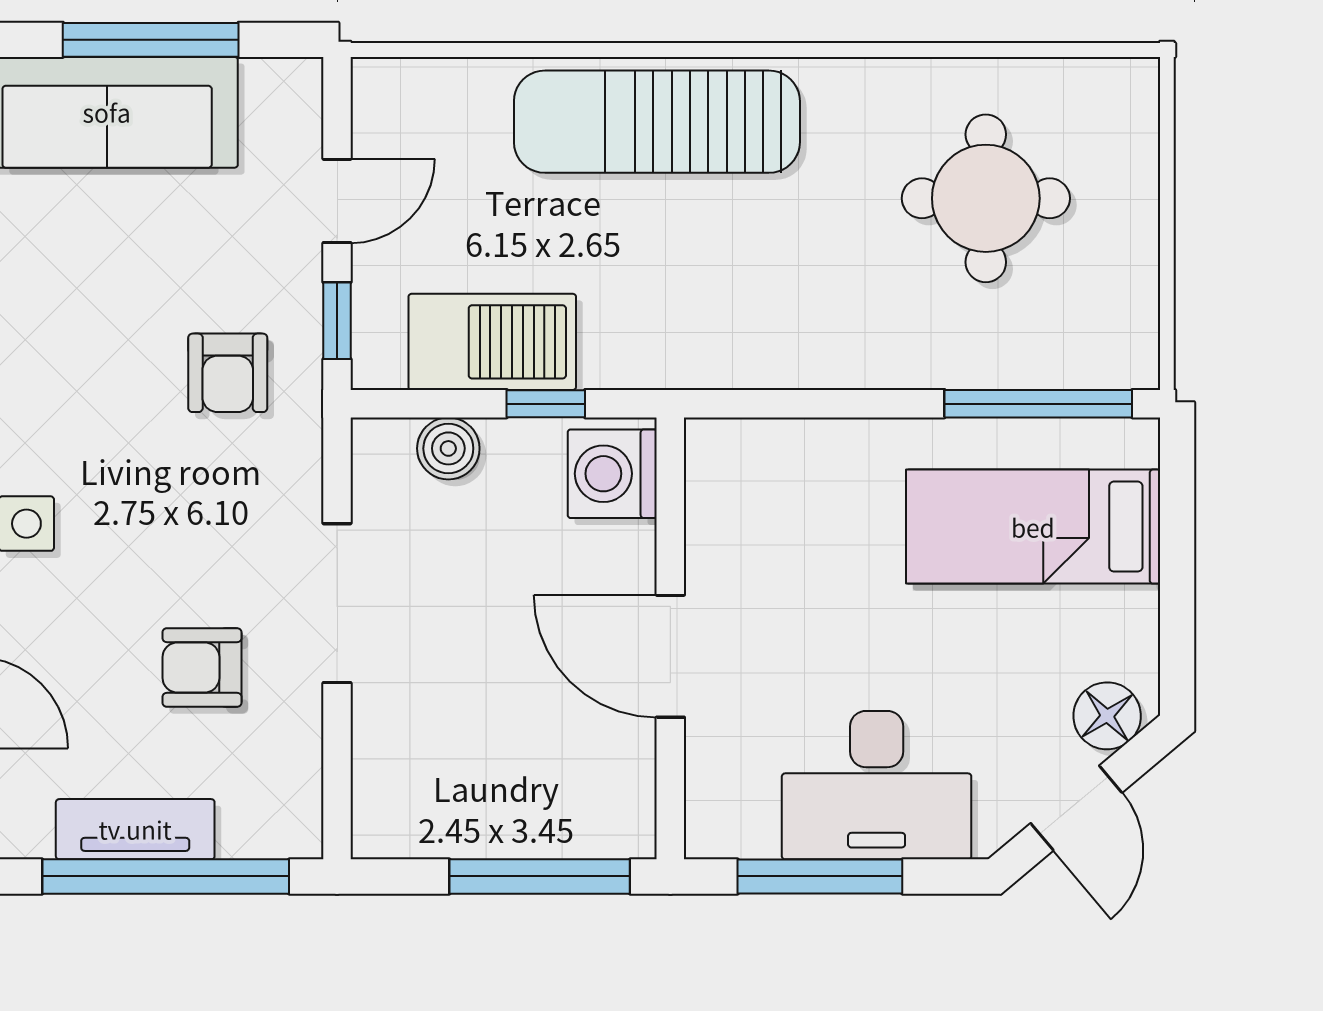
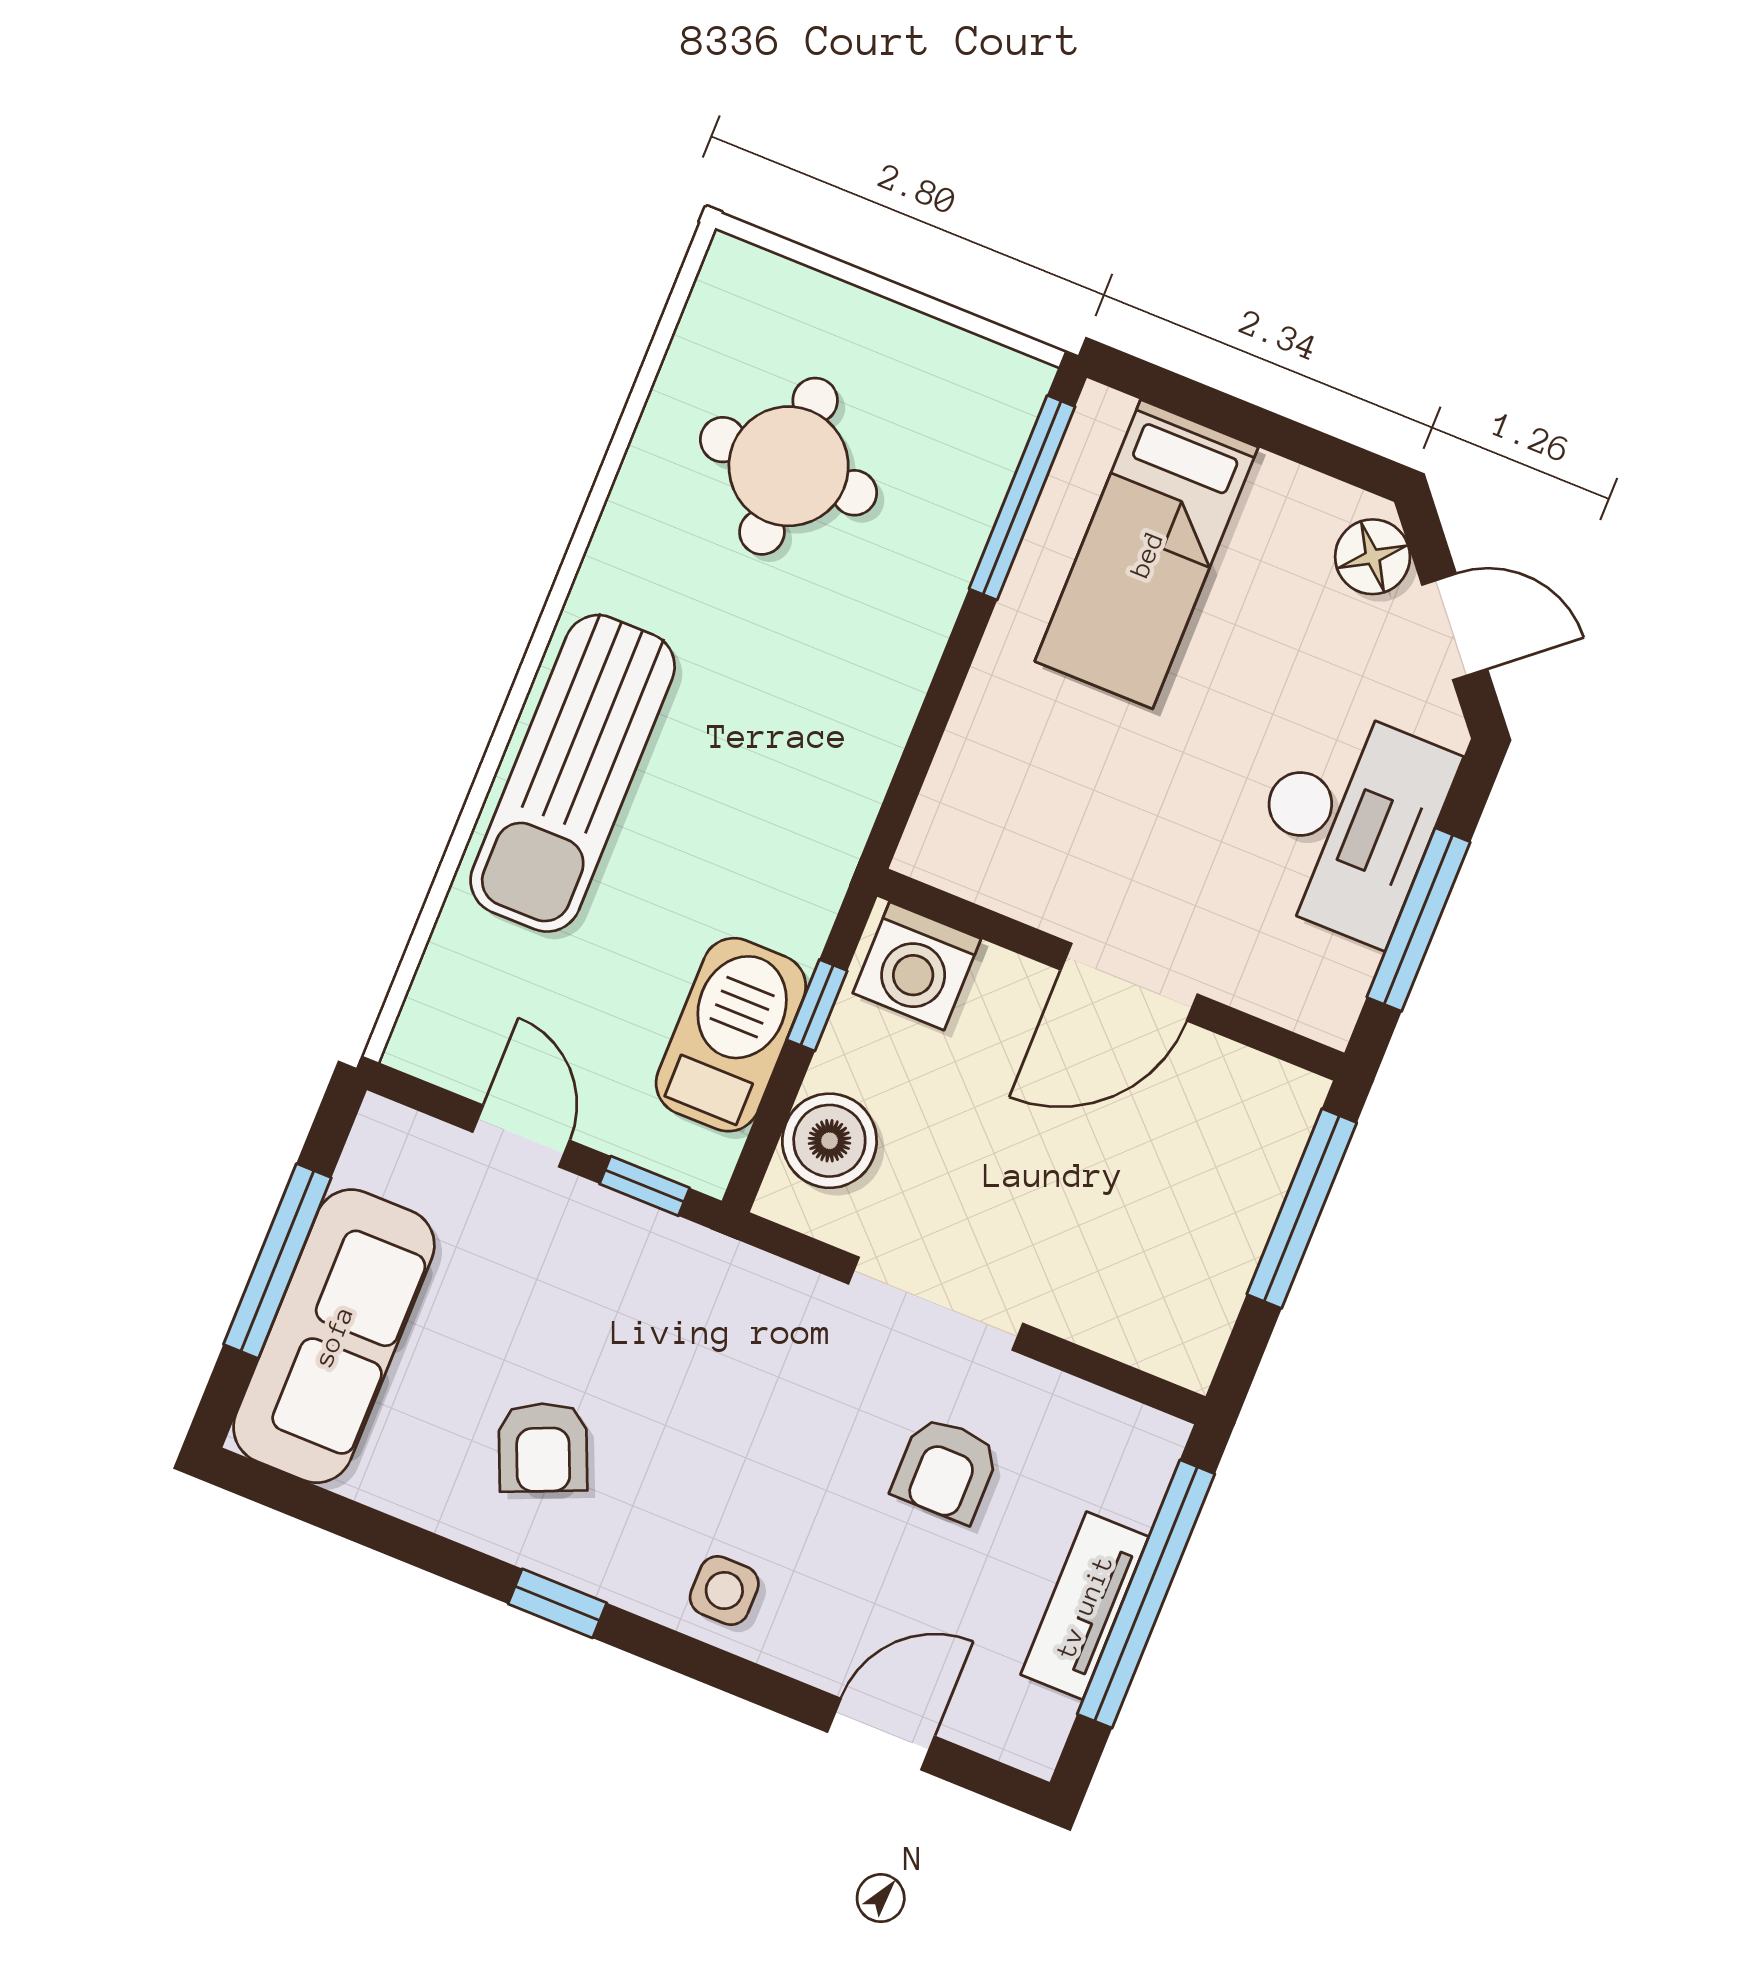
armchair: (228, 373) -> (543, 1447), moved, turned 67
boiler: (448, 448) -> (829, 1141), width x1.36, depth x1.36

